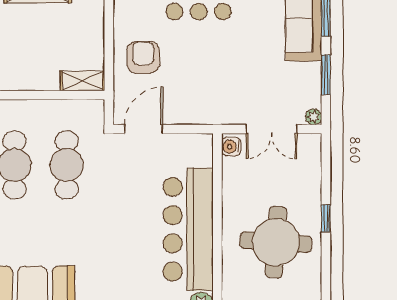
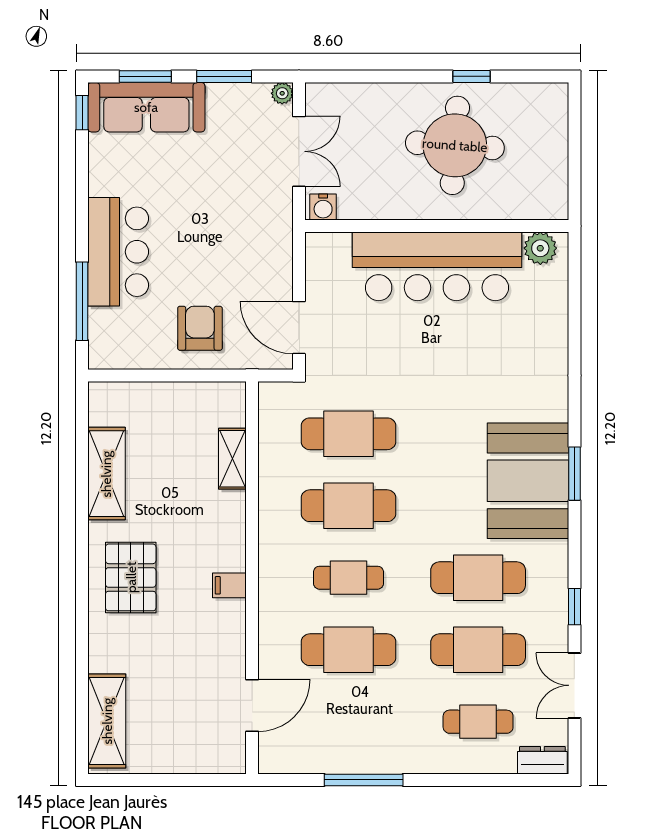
armchair: (143, 57) -> (200, 328), turned 90
shelving: (83, 81) -> (232, 459), moved
window: (326, 218) -> (472, 76), moved

